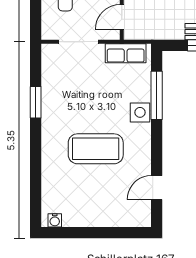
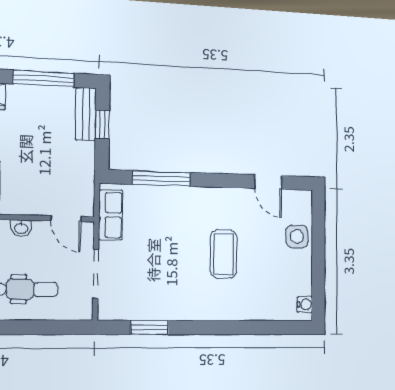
window: (36, 102) -> (150, 327), moved
side table: (140, 112) -> (297, 237), moved
coffee table: (96, 149) -> (224, 254), width x0.73, depth x0.76

